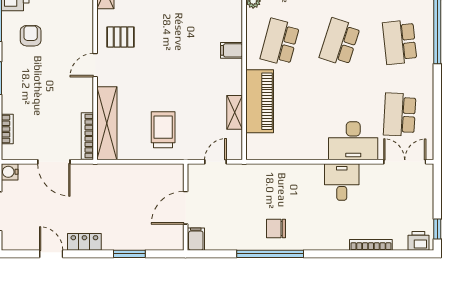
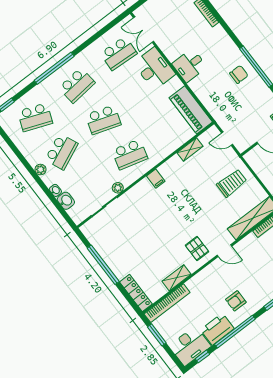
piano: (260, 101) -> (191, 110), moved, turned -90
trolley: (163, 130) -> (232, 183), turned 180
desk: (342, 182) -> (189, 65), moved
chair: (276, 229) -> (239, 74), turned -90

